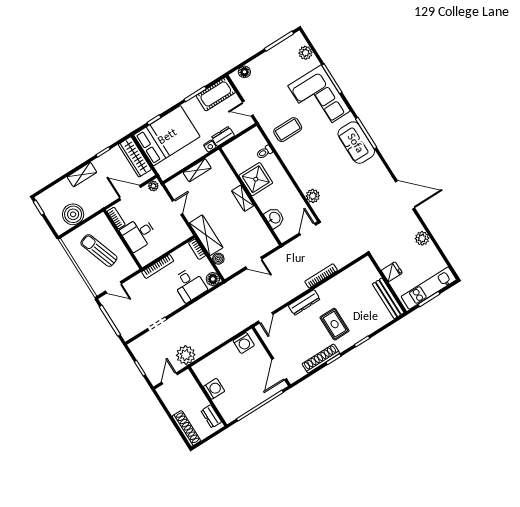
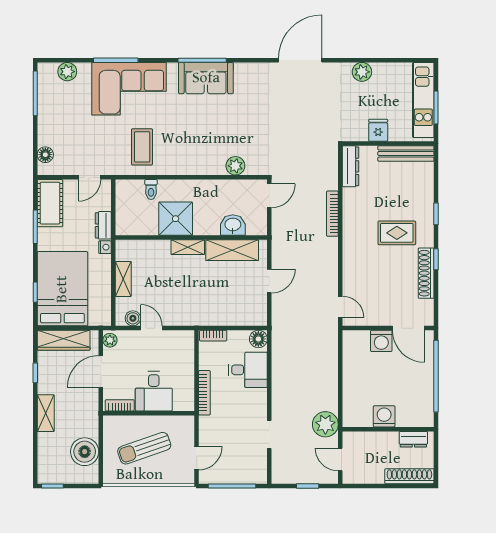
door: (307, 229) -> (269, 196), swing flipped
shelving: (206, 235) -> (232, 250), moved
boiler: (218, 259) -> (133, 318), moved
dresser: (304, 302) -> (350, 166), moved
washing machine: (244, 343) -> (381, 341), moved, turned 90

